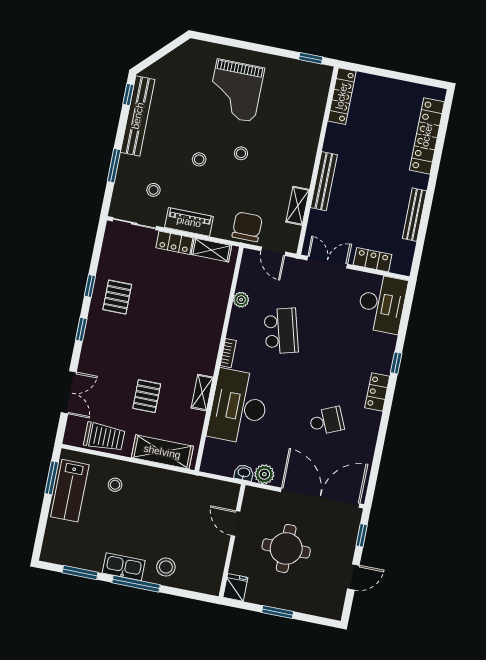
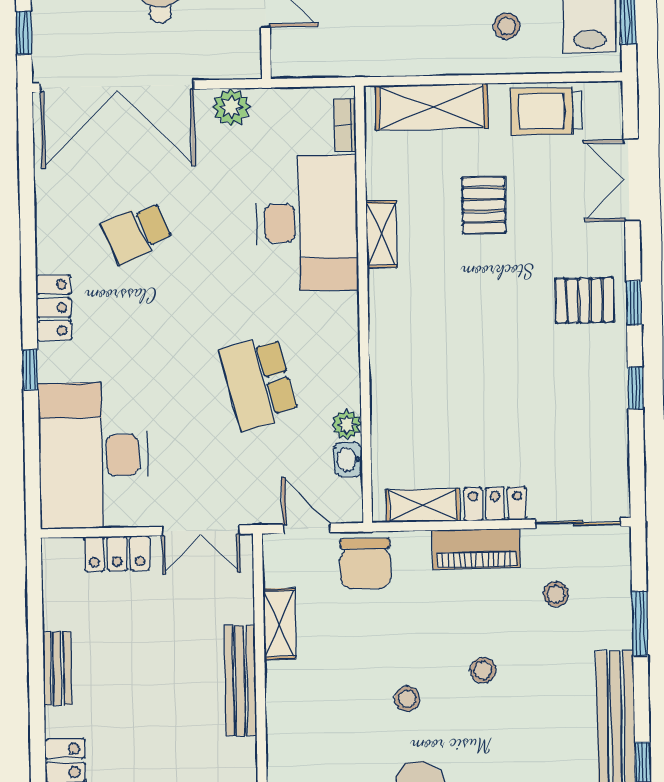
bench: (415, 215) -> (57, 669), width x0.73
pallet: (117, 297) -> (585, 300), moved, turned 90
desk: (382, 304) -> (93, 455), width x1.36, depth x1.30
bookcase: (228, 353) -> (345, 125), moved
washbasin: (244, 473) -> (348, 460), moved, turned 90

